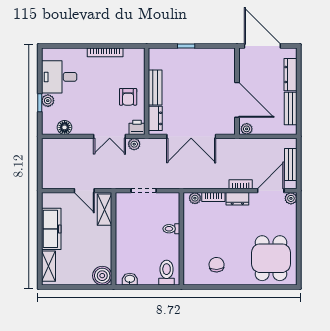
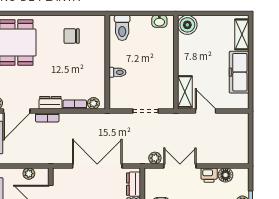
printer: (137, 127) -> (209, 175), moved
plant: (247, 129) -> (29, 174), moved
chair: (217, 265) -> (72, 36), turned 93

